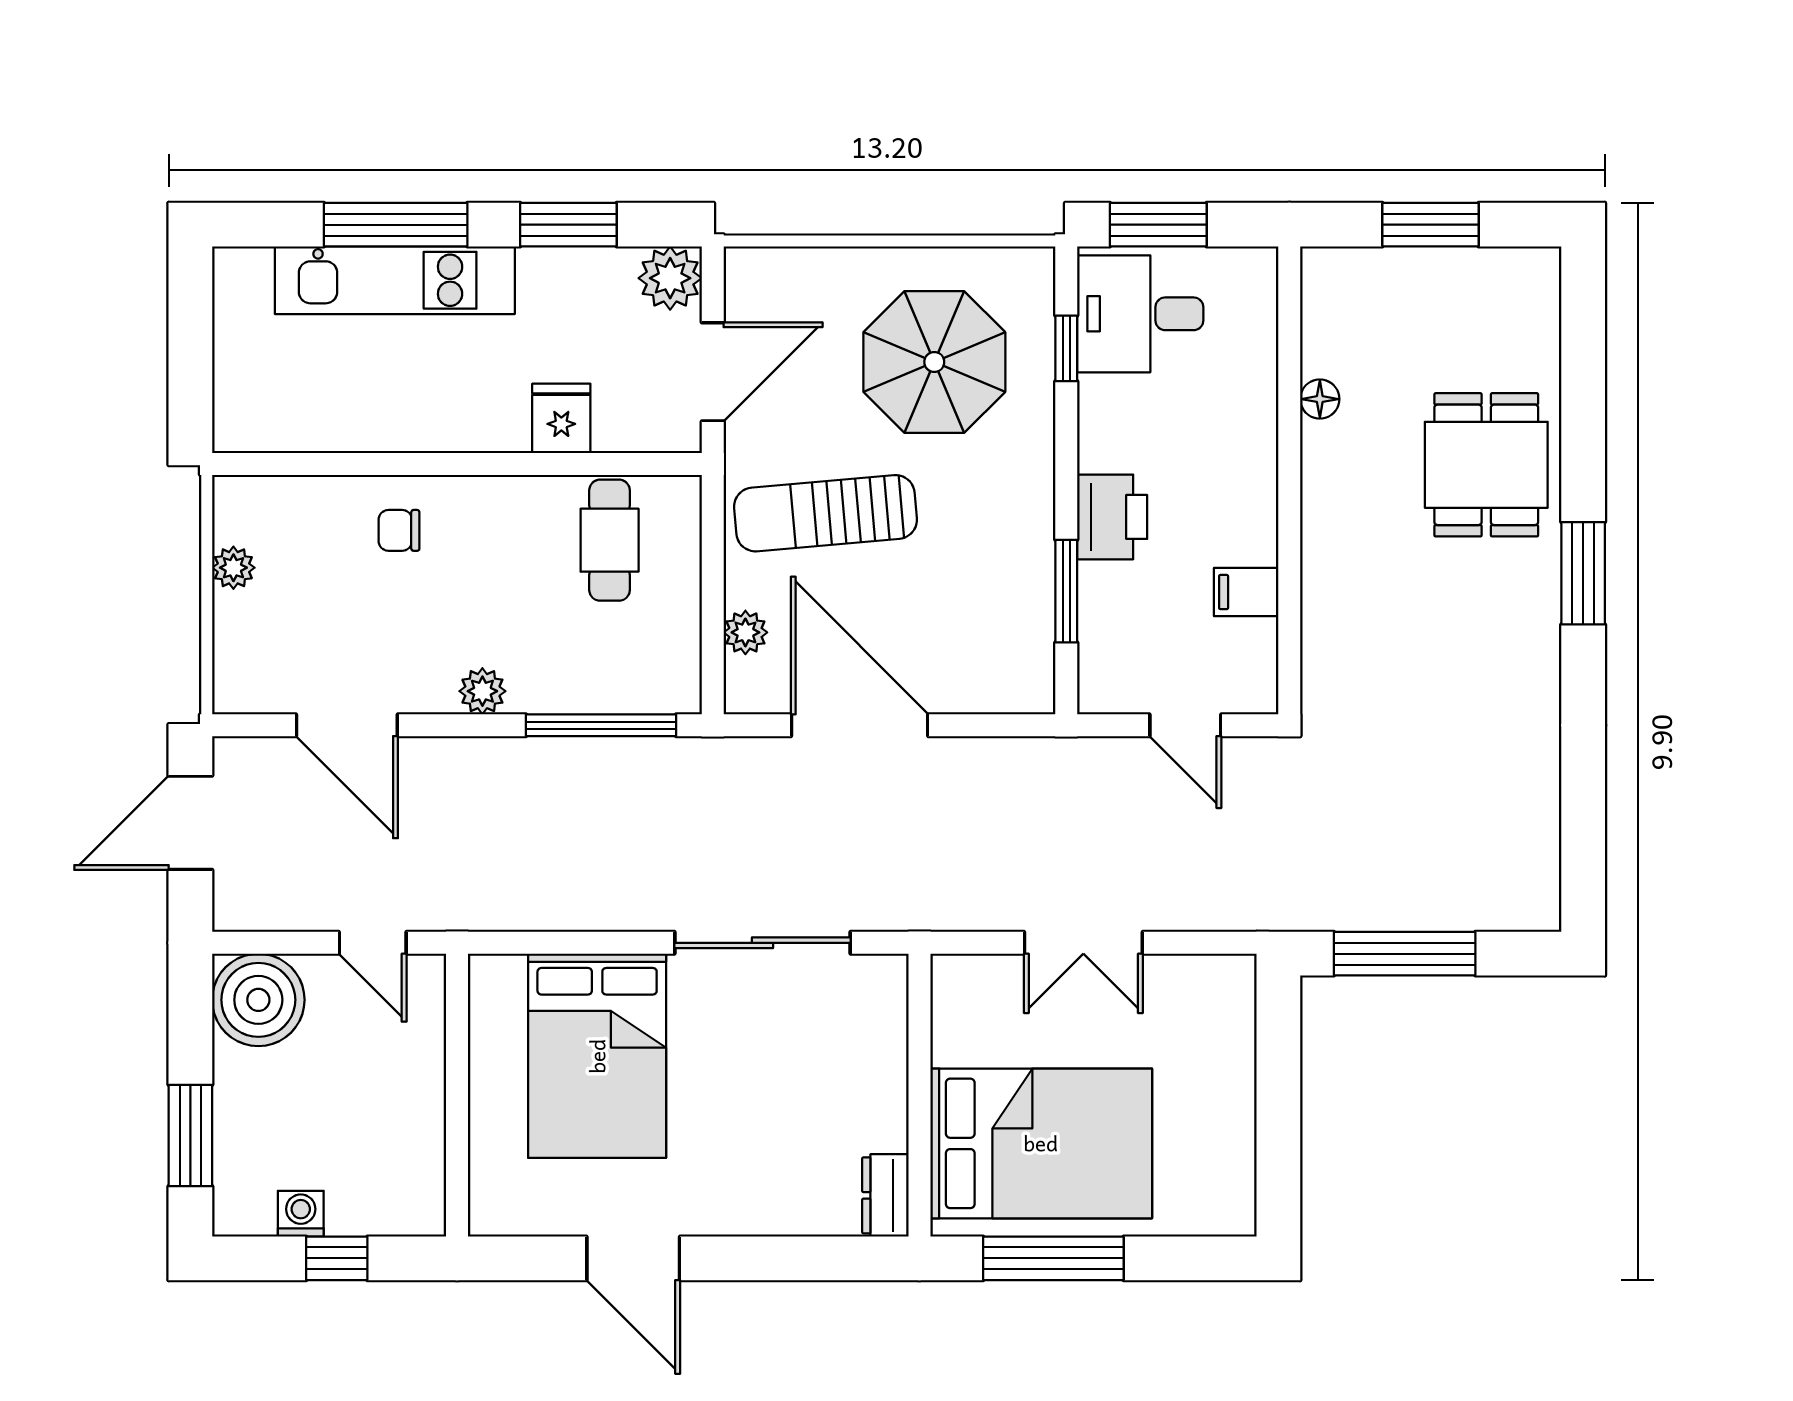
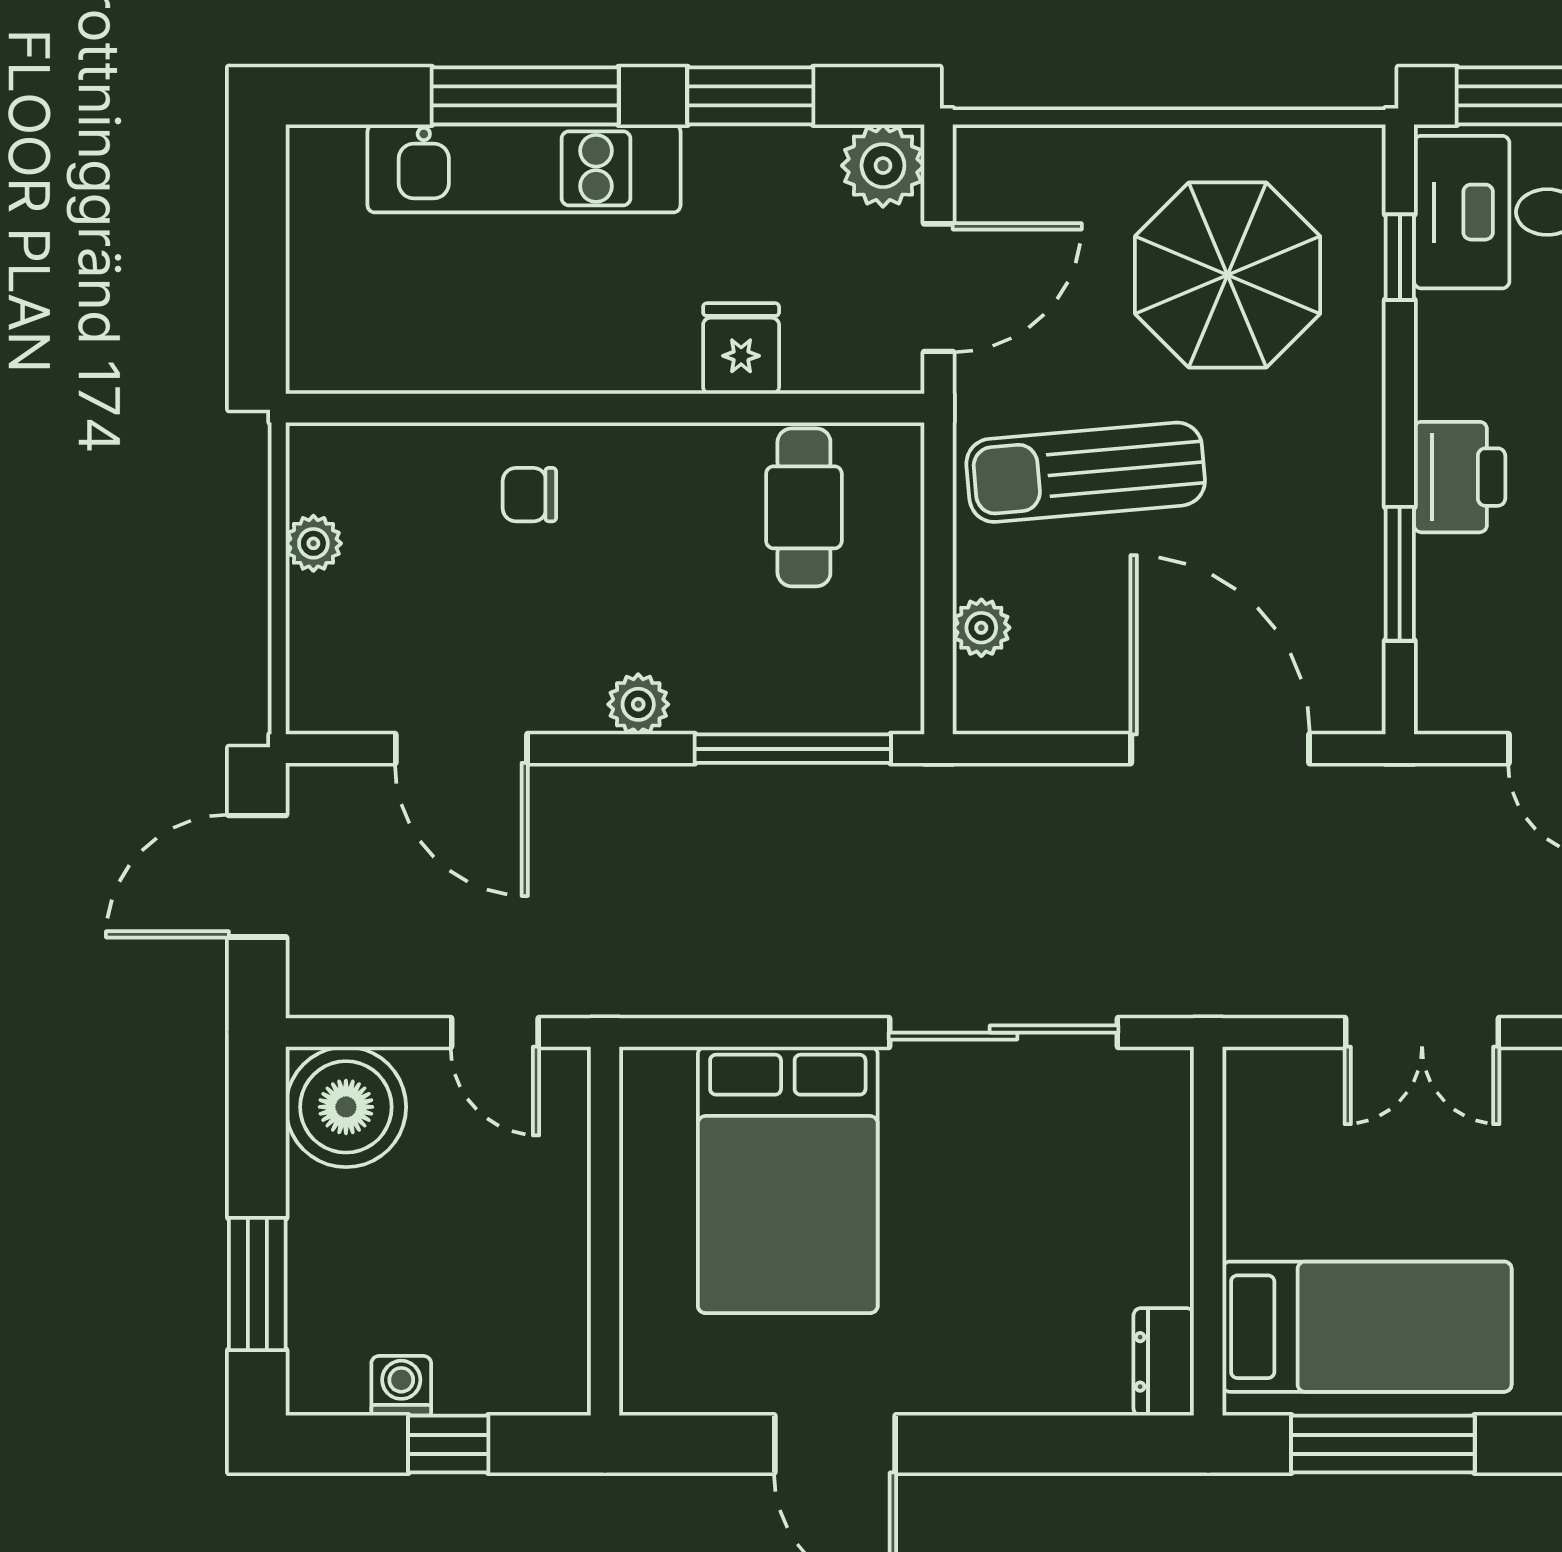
door: (860, 725) -> (1220, 749), moved
bed: (1041, 1143) -> (1367, 1327), width x0.67

